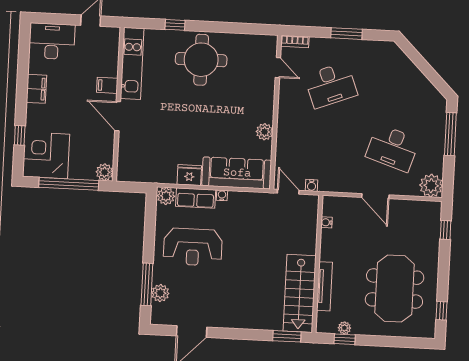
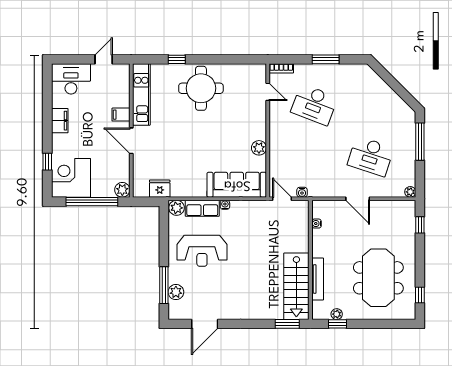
desk: (331, 85) -> (314, 105), turned 42
fridge: (189, 175) -> (160, 189), moved
plant: (431, 186) -> (410, 192), width x0.53, depth x0.53

